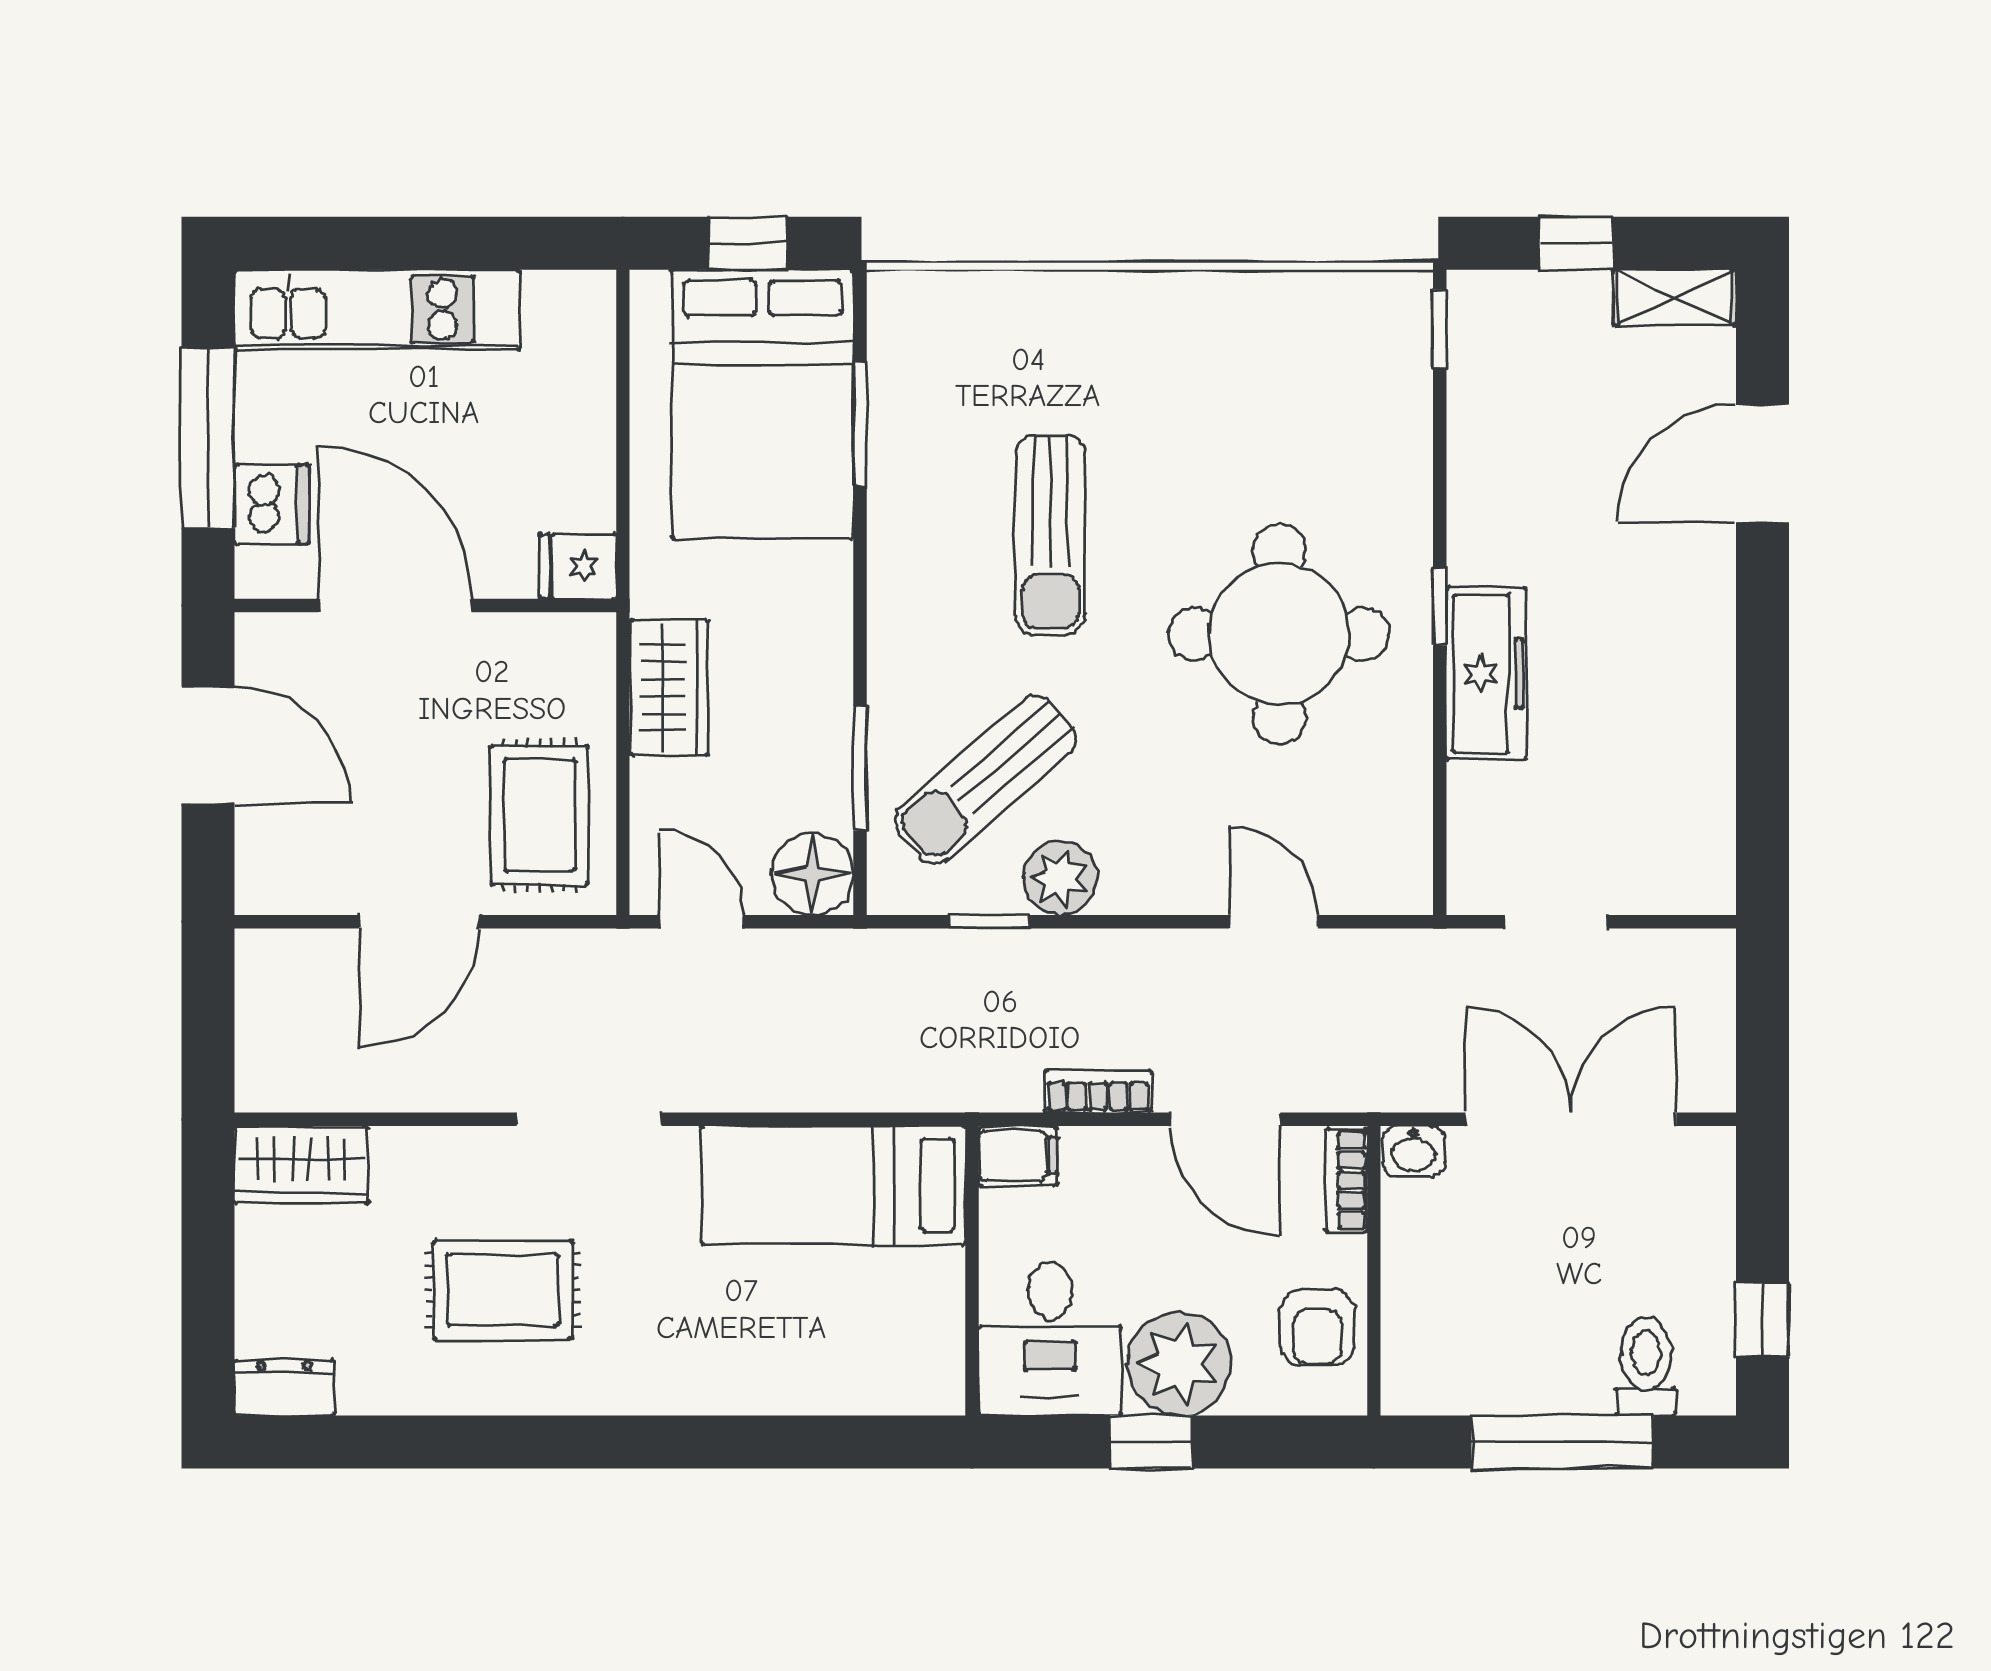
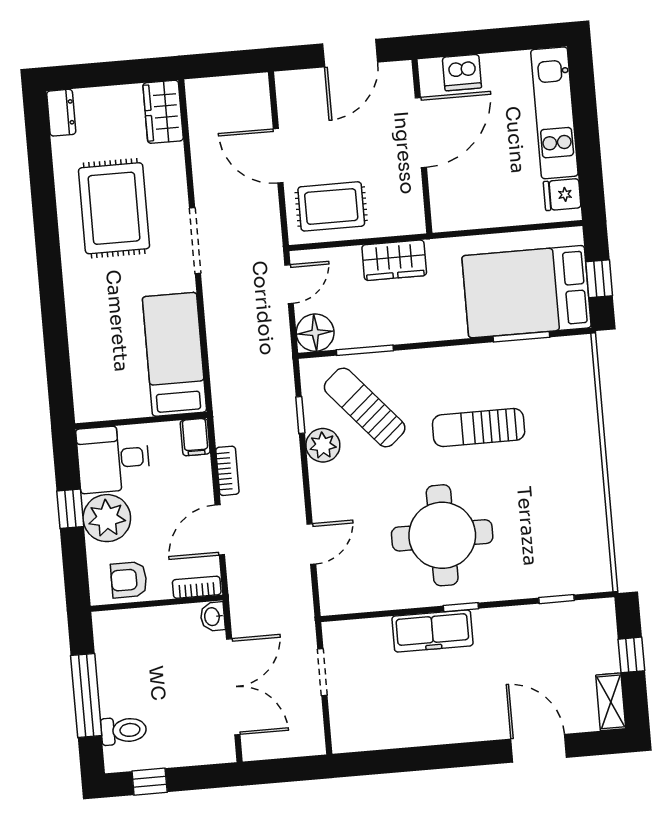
window: (1440, 329) -> (557, 599), moved
window: (208, 438) -> (489, 41), removed
fridge: (578, 566) -> (562, 195), moved, turned -90
rug: (503, 1290) -> (114, 208), width x1.36, depth x1.43

